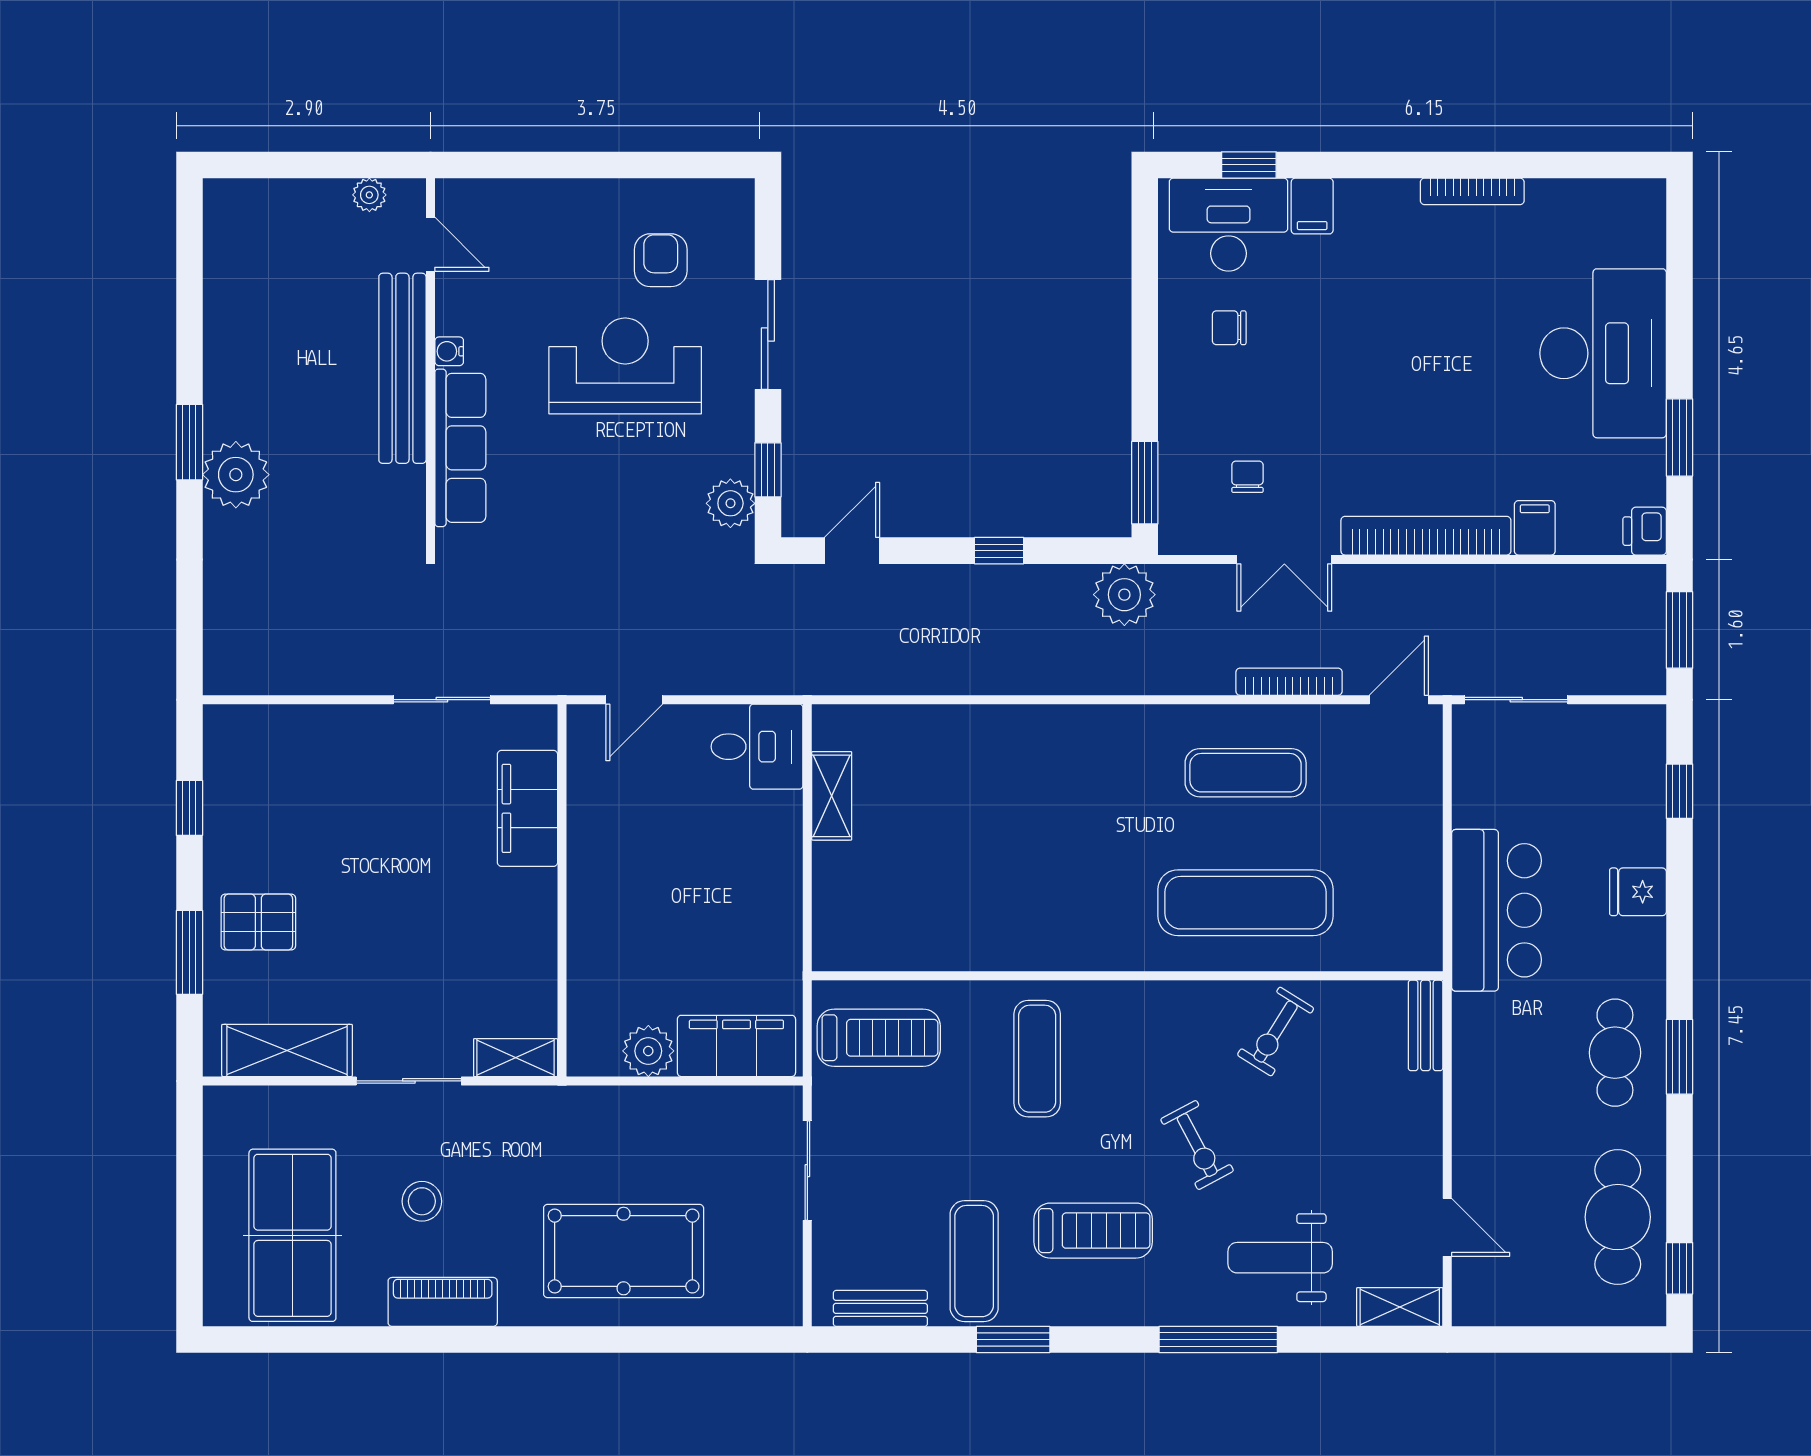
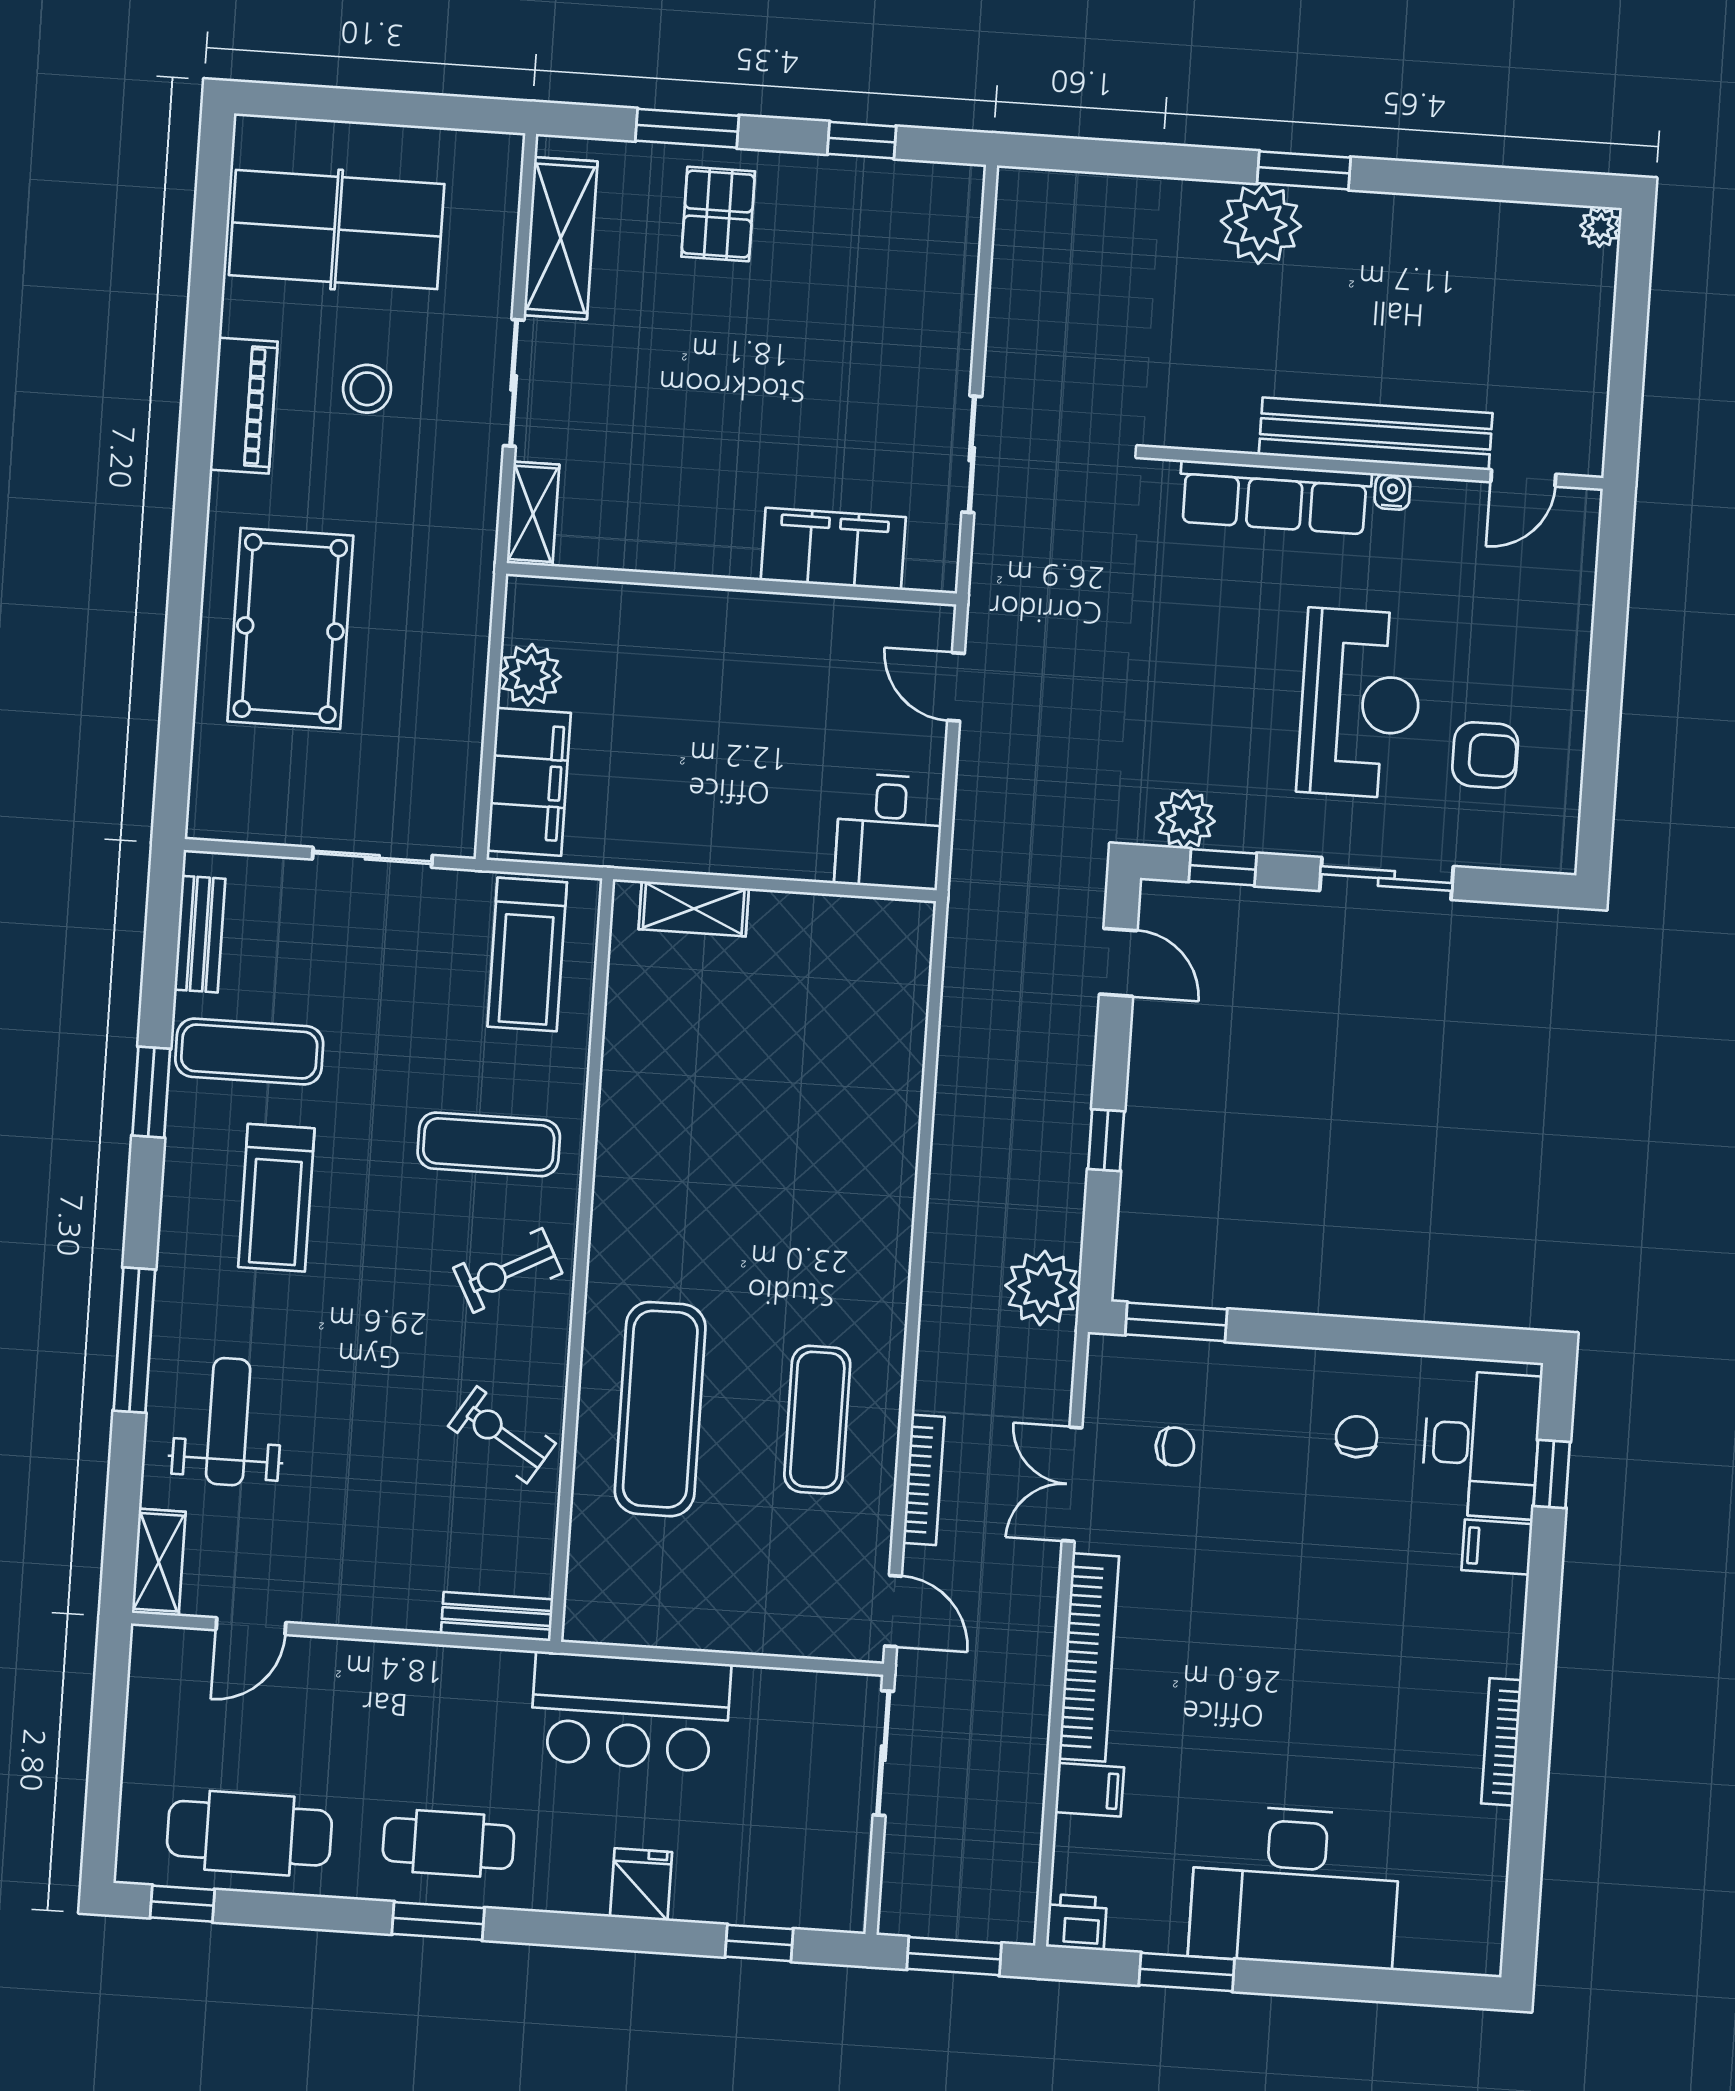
plant: (369, 195) -> (1600, 227), moved
shelving: (832, 796) -> (694, 909), moved
exercise bike: (1197, 1145) -> (508, 1270), moved

